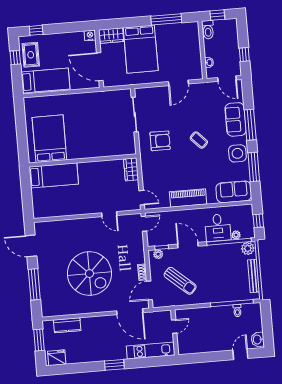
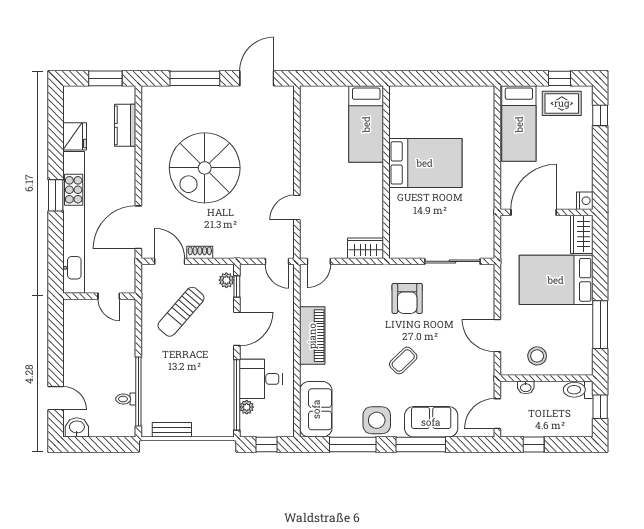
stool: (189, 57) -> (537, 356), added
bed: (49, 139) -> (425, 163), moved
plant: (248, 248) -> (224, 424), removed
bench: (254, 276) -> (172, 430), width x0.73
kitchen unit: (151, 351) -> (74, 222), width x1.86
fridge: (57, 358) -> (75, 136), moved

